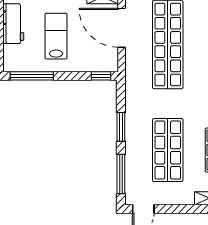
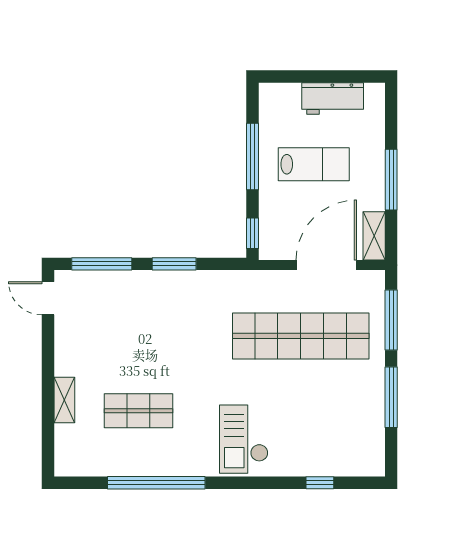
window: (32, 76) -> (252, 156), moved
shop shelf: (168, 150) -> (139, 336), removed

